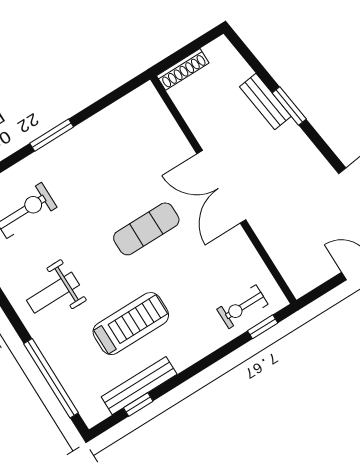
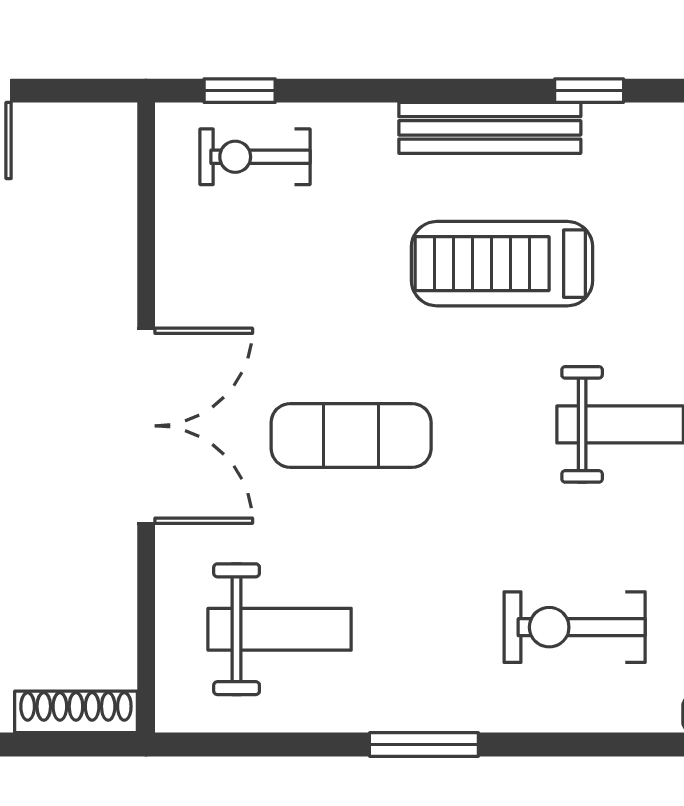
weight bench: (129, 144) -> (280, 629), added
exercise bike: (242, 307) -> (255, 157), turned 180
bench: (139, 386) -> (490, 128), moved

